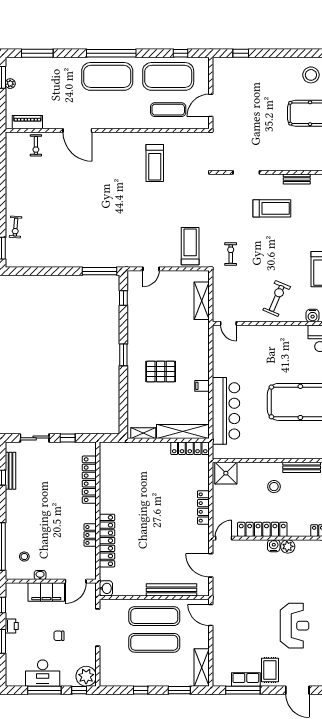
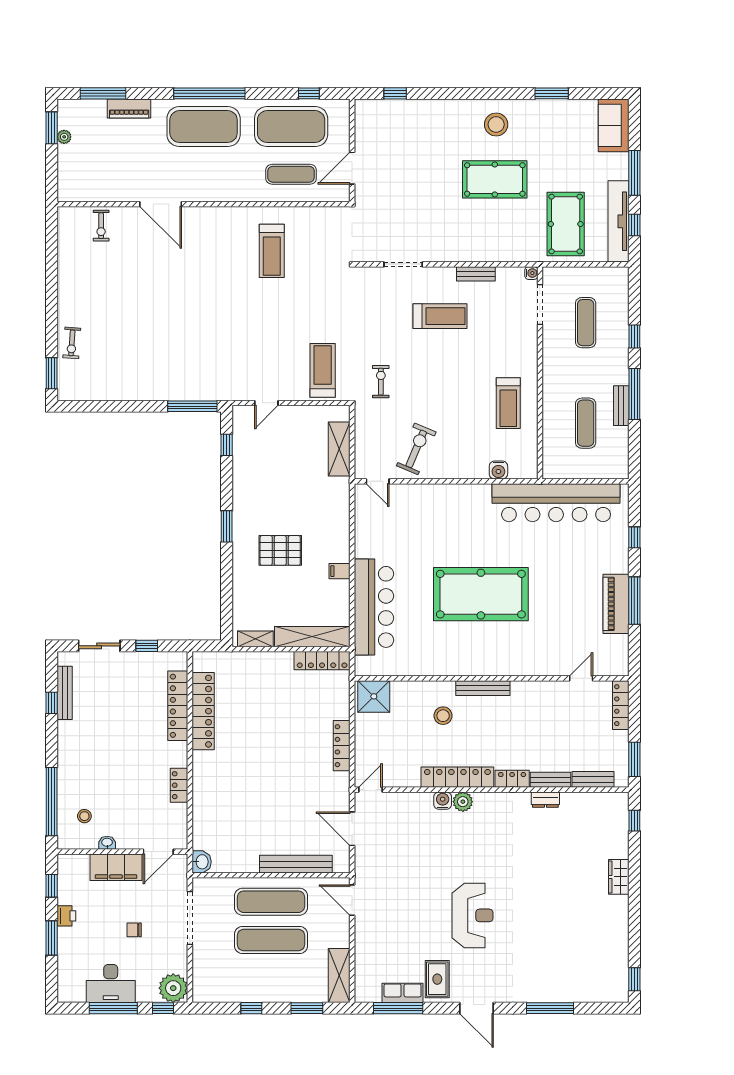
piano: (27, 122) -> (129, 108), moved, turned 180
exercise bike: (277, 298) -> (416, 449), moved
locker: (262, 529) -> (457, 777), moved
locker: (107, 541) -> (203, 711), moved

